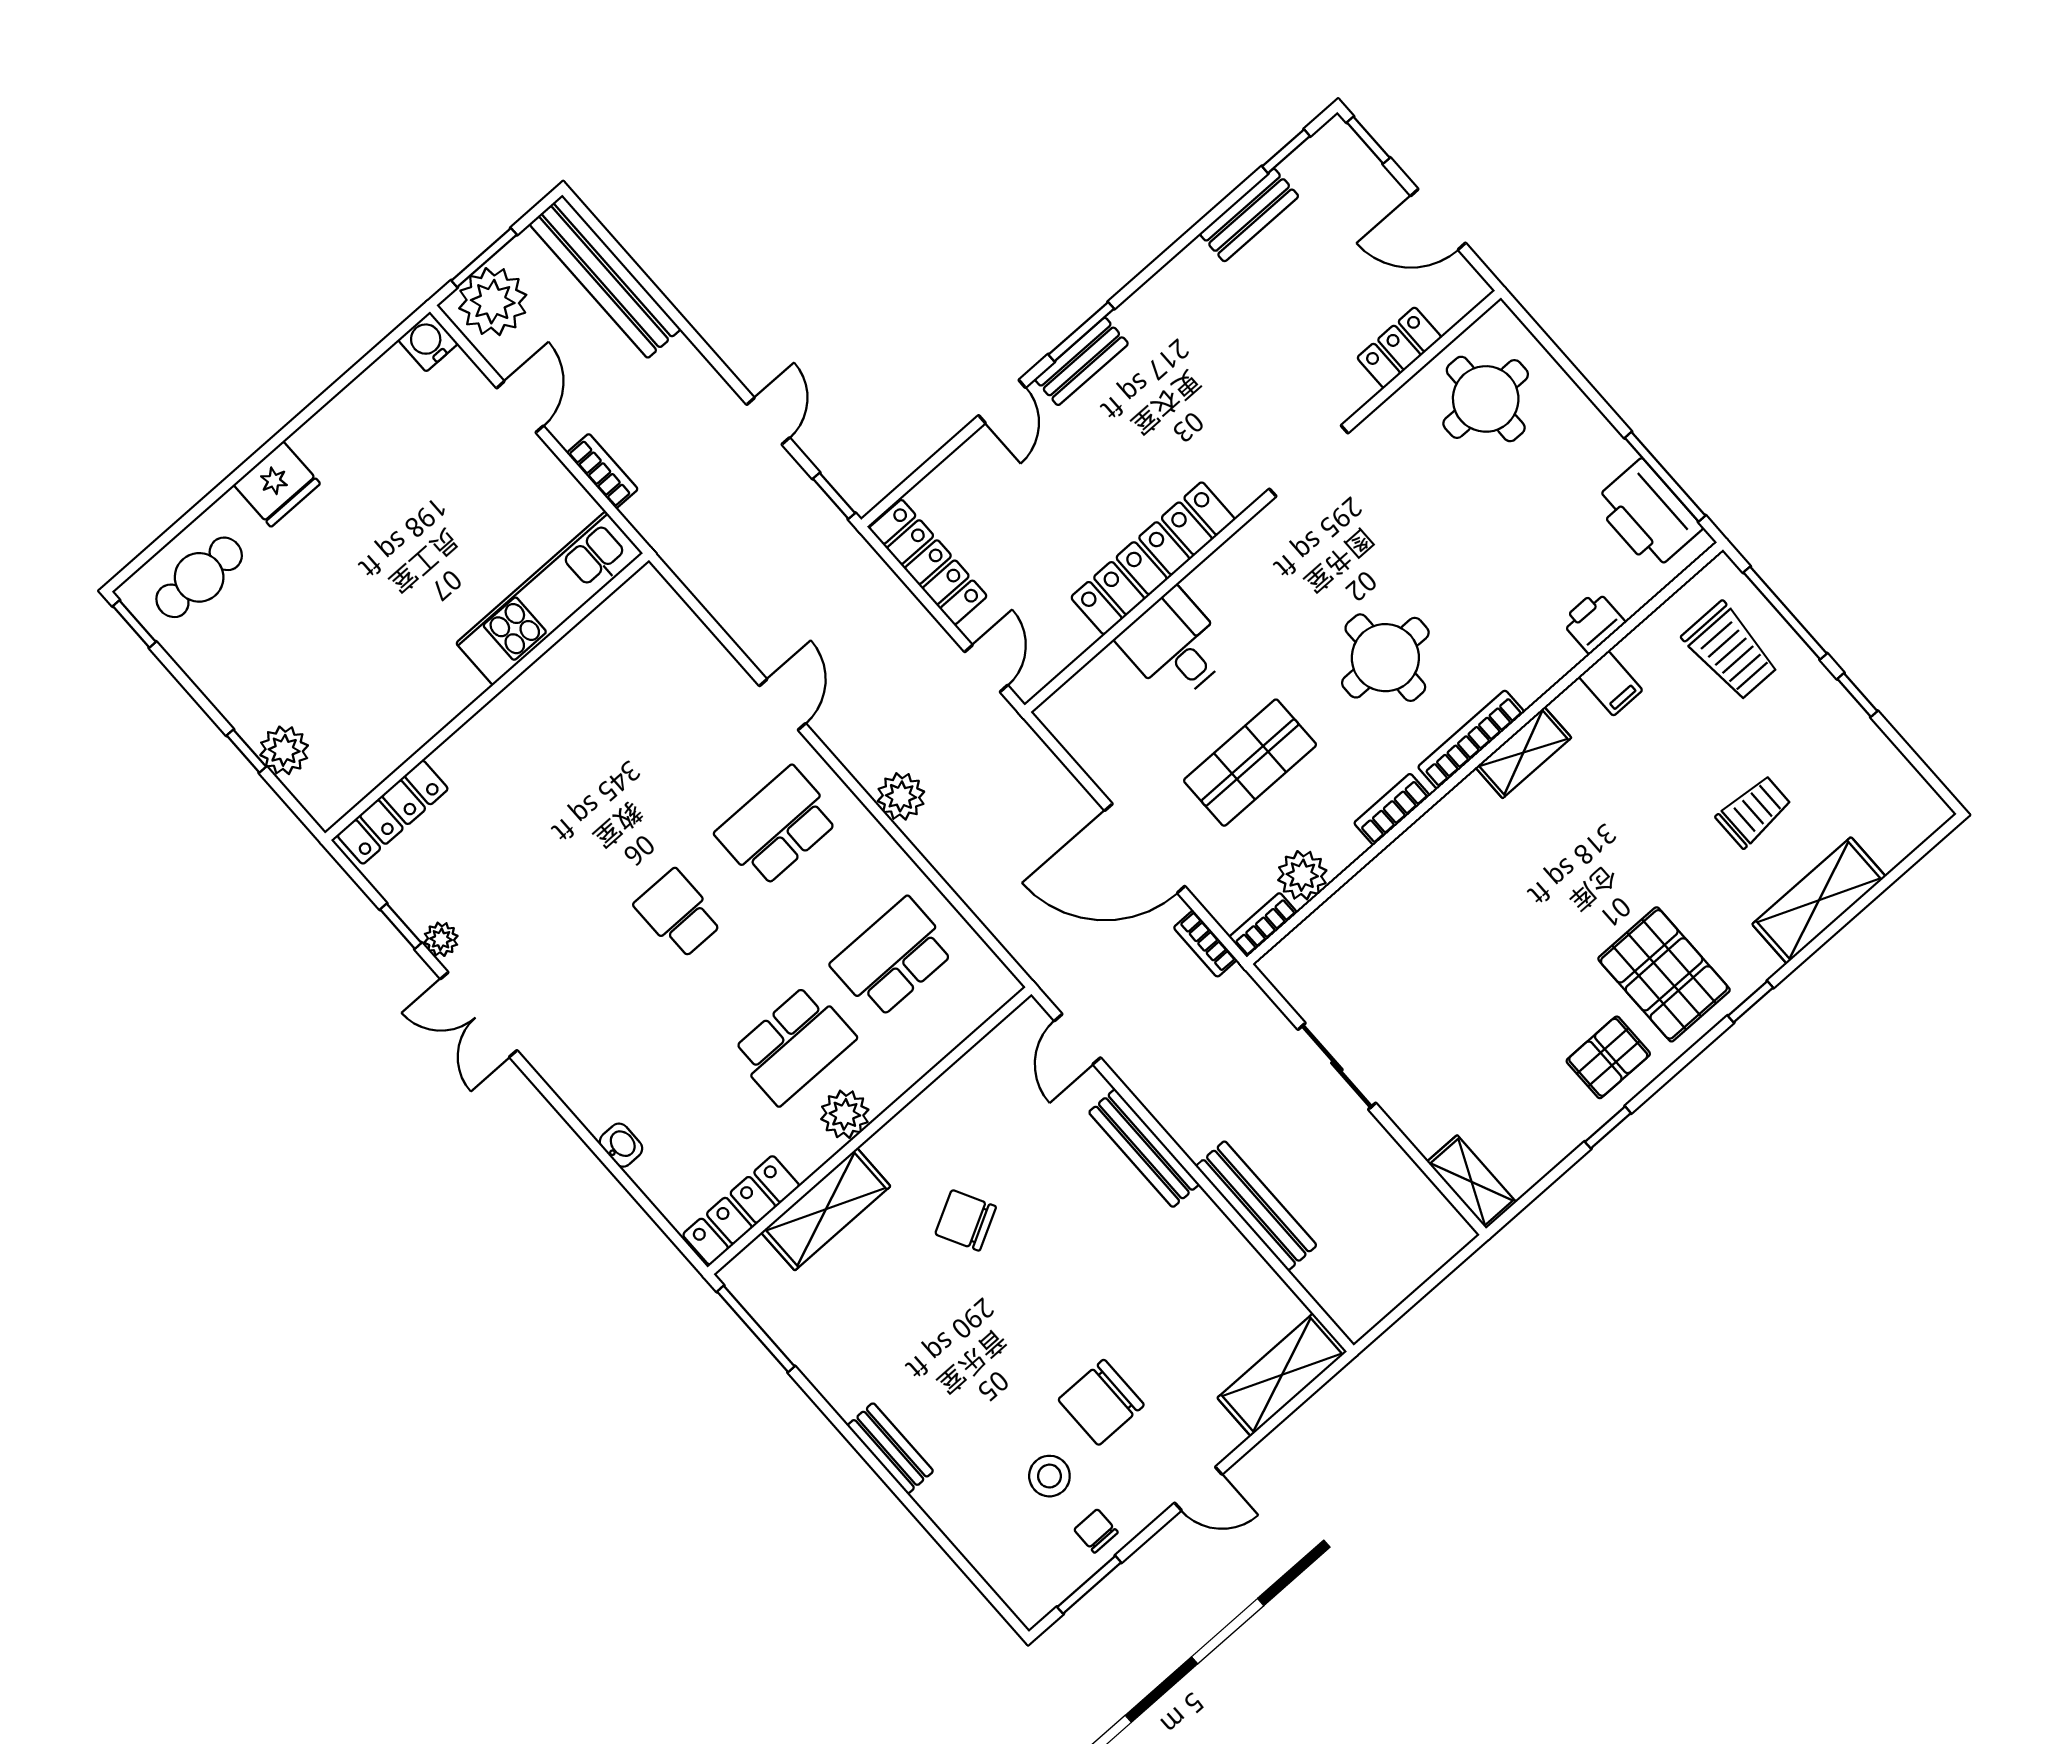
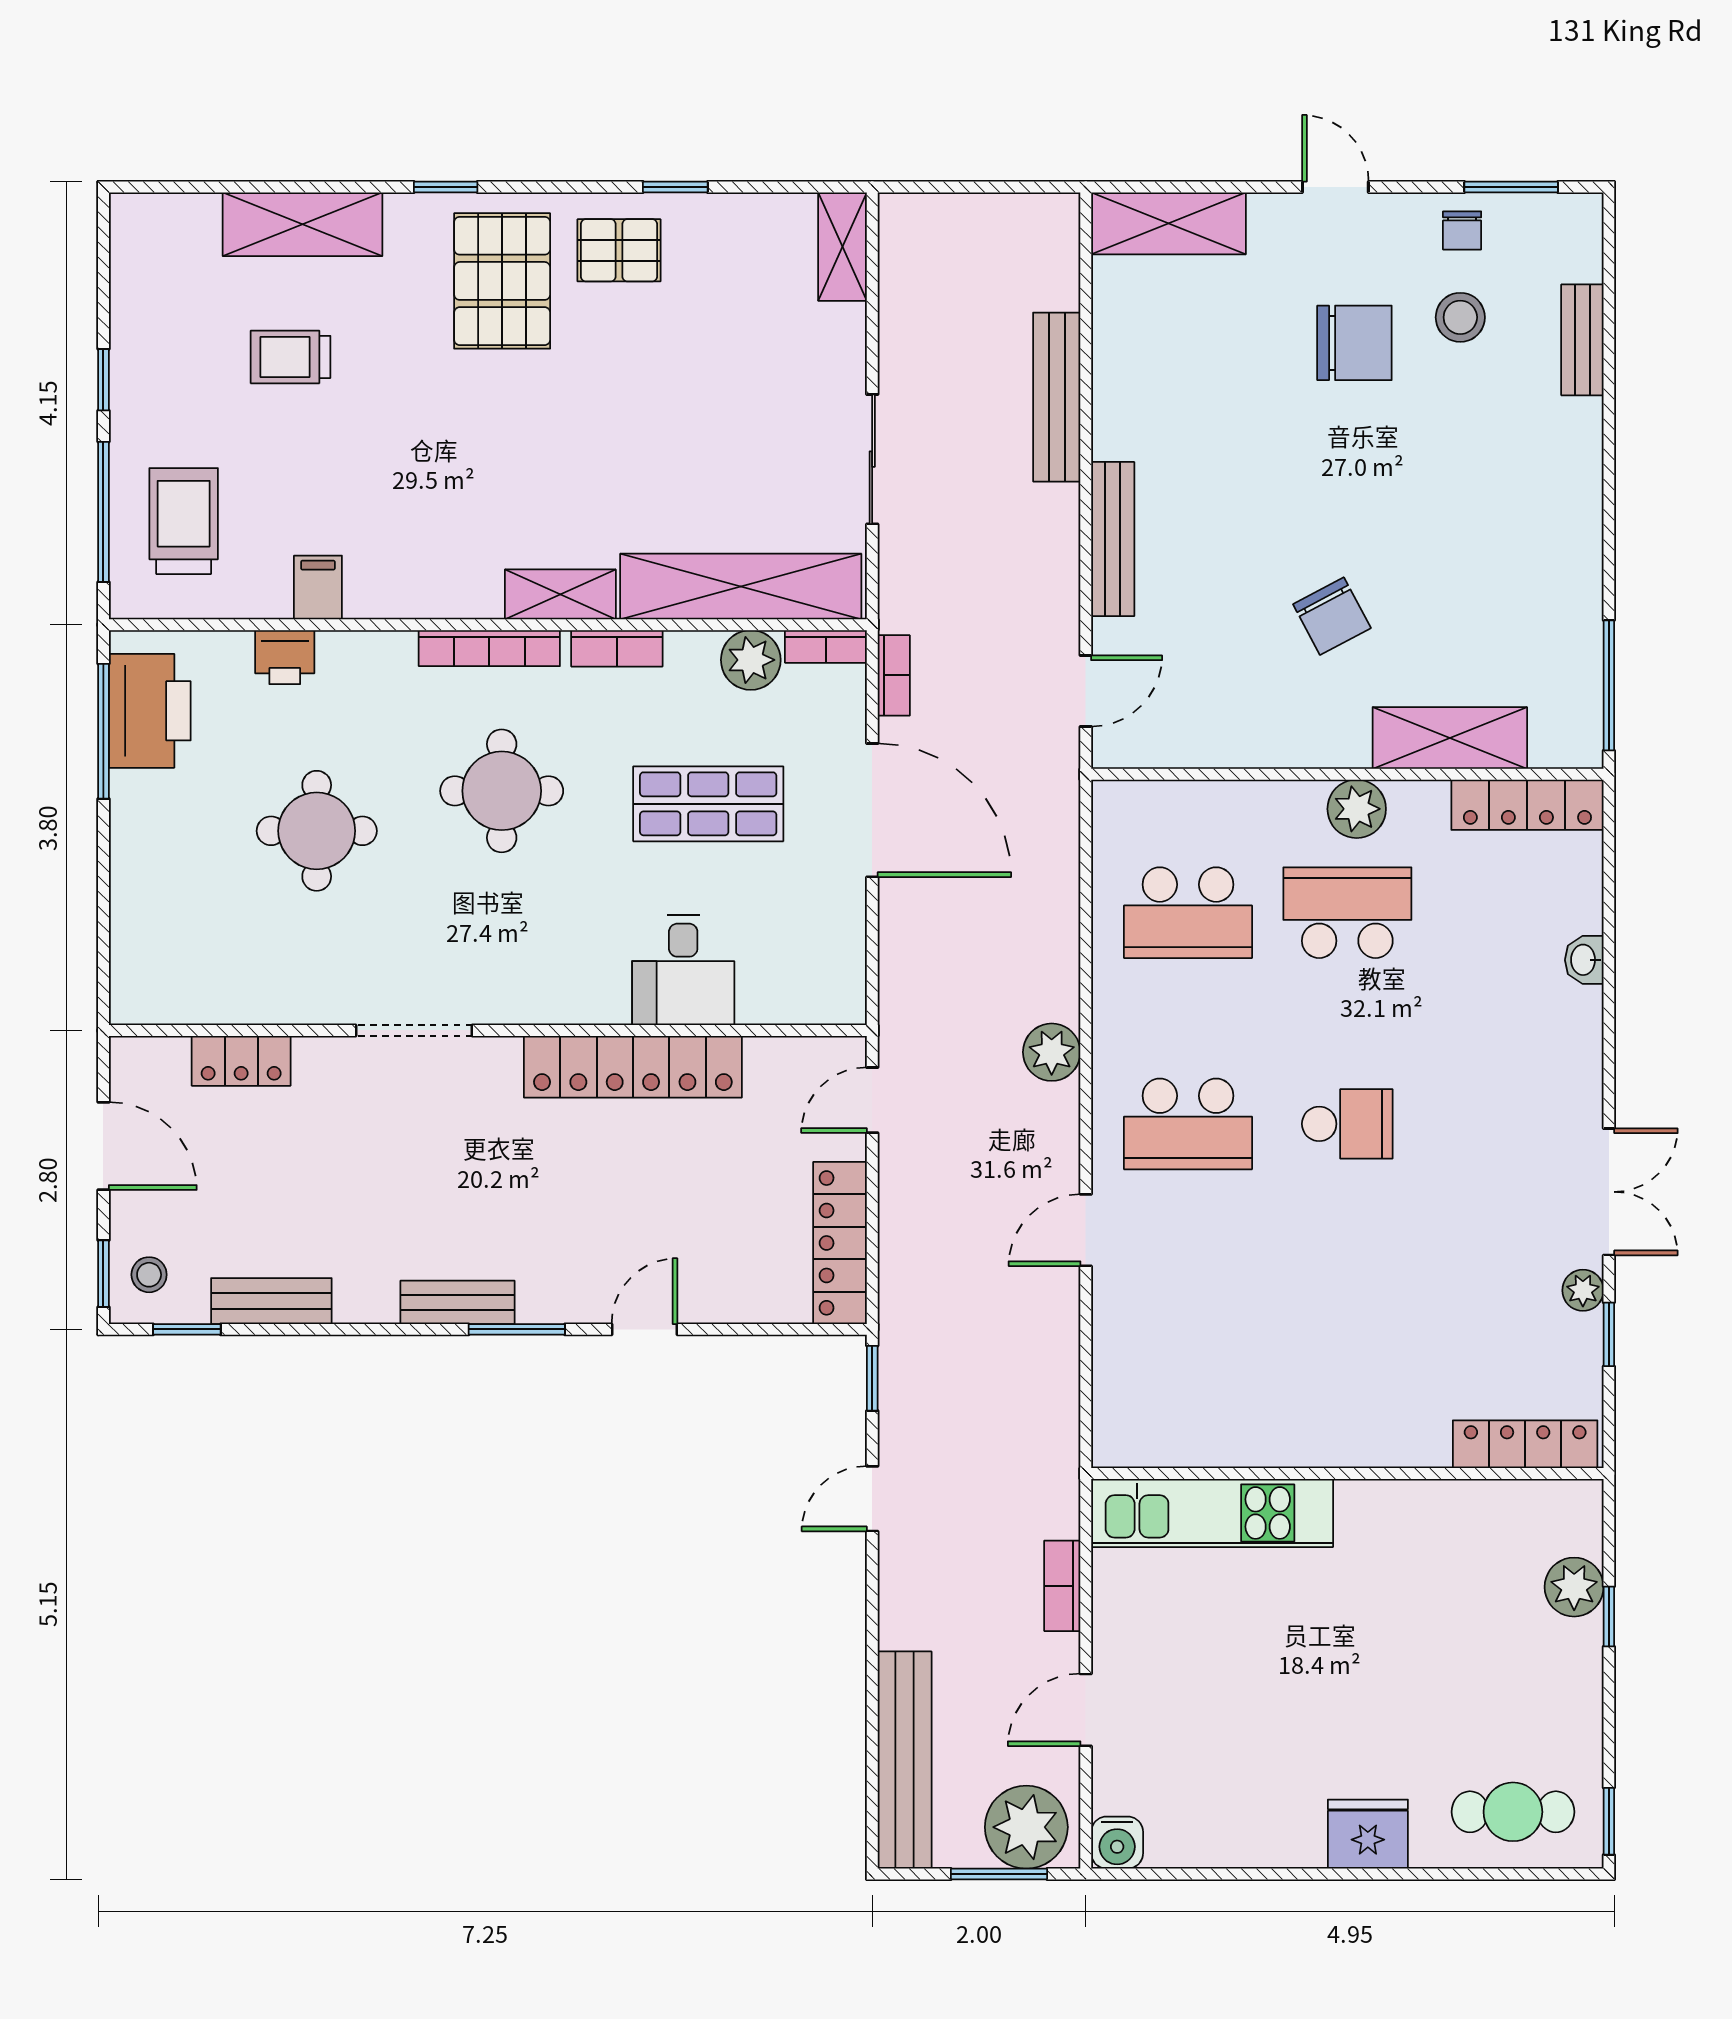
stool: (1339, 164) -> (149, 1275), added
bench: (1081, 361) -> (458, 1302), moved
round table: (1486, 399) -> (317, 831), moved
shelving: (1523, 753) -> (560, 594), moved
school desk: (678, 914) -> (1347, 1124), turned -90
shelving: (1349, 915) -> (741, 587), added
bench: (890, 1448) -> (1582, 340), moved

